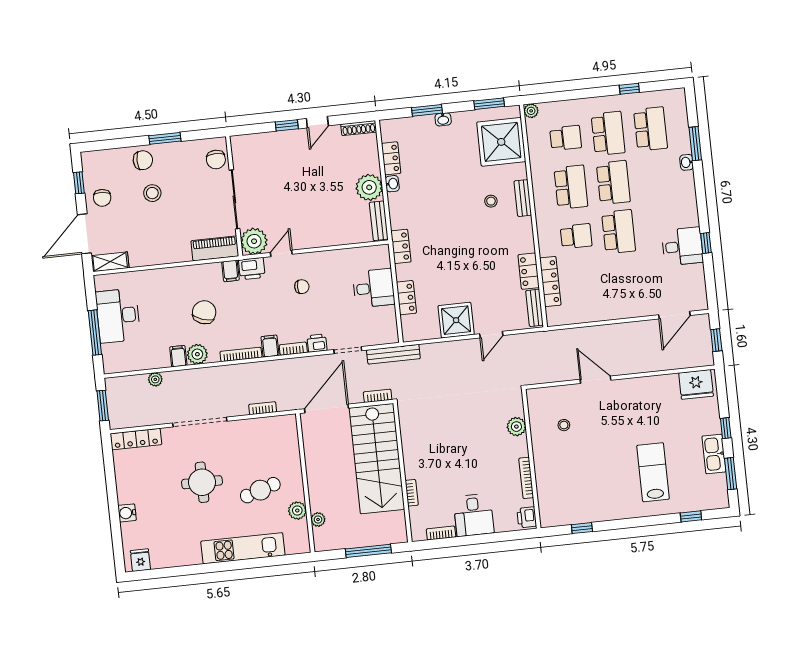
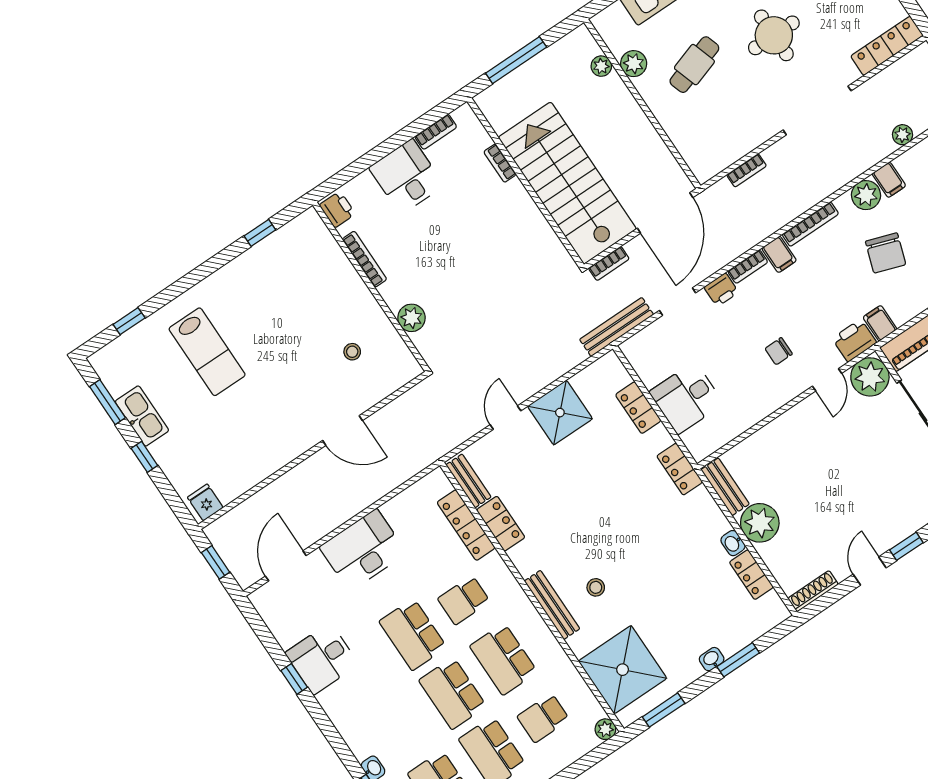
bench: (523, 198) -> (552, 605), width x1.36
desk: (622, 300) -> (363, 550), added
fridge: (696, 384) -> (205, 502), width x0.53, depth x0.75

